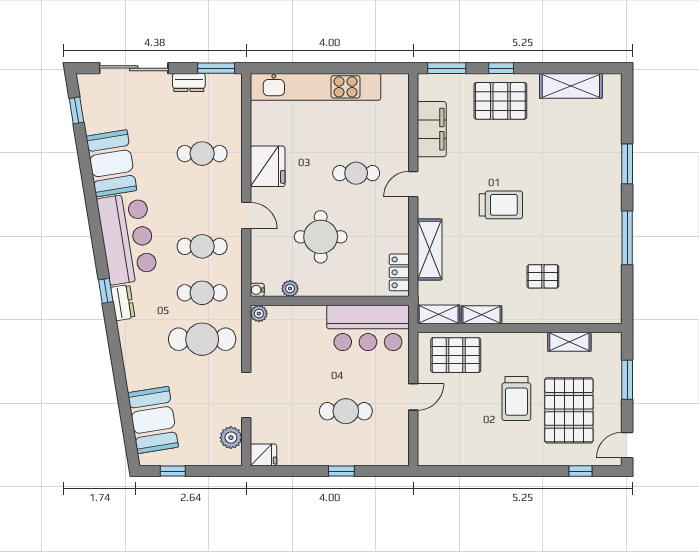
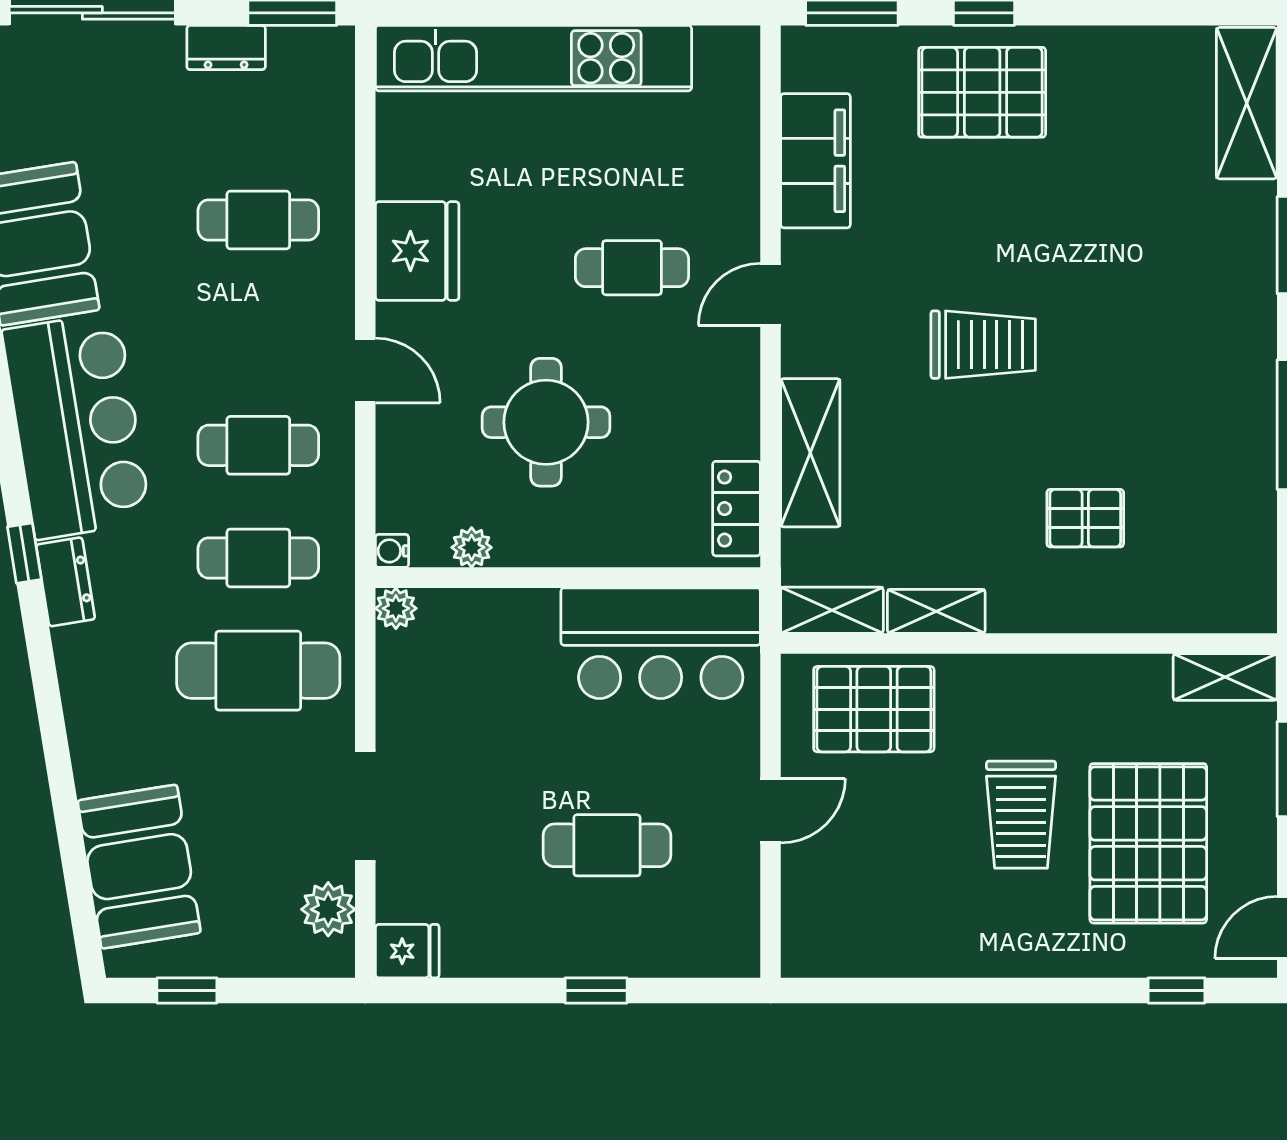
shelving: (571, 86) -> (1247, 103), moved, turned 90
shelving: (569, 342) -> (1225, 677), moved

